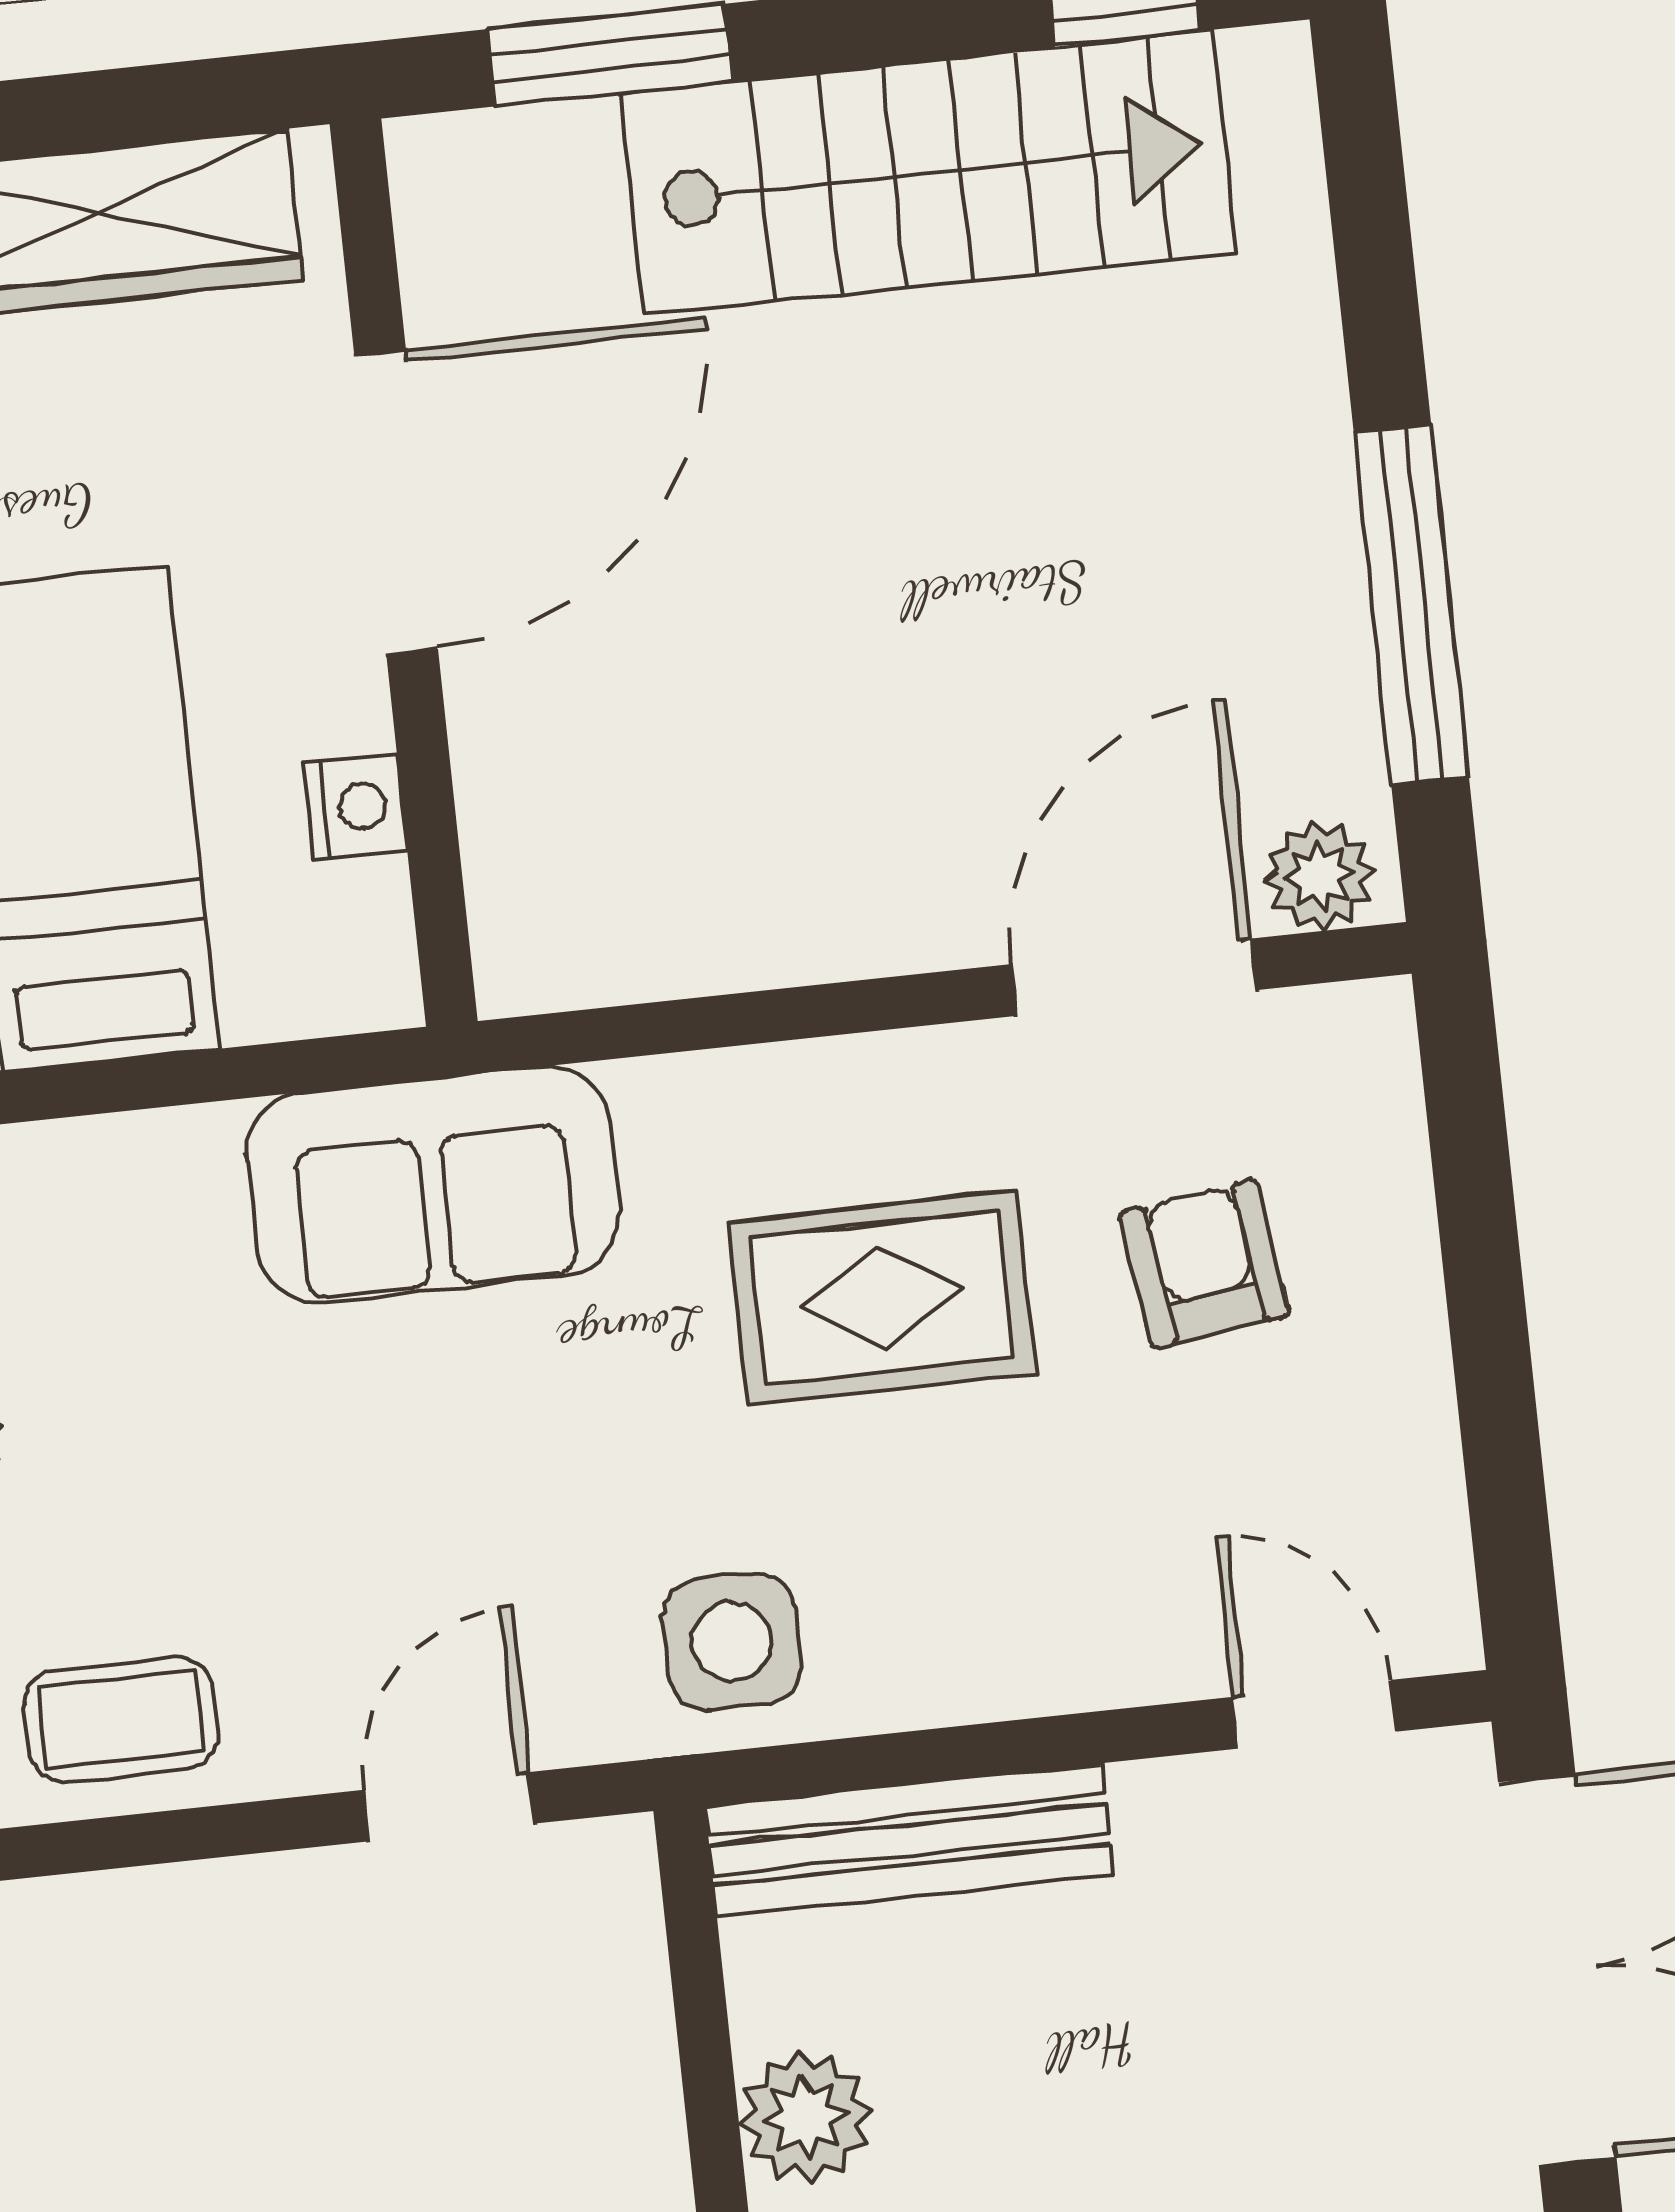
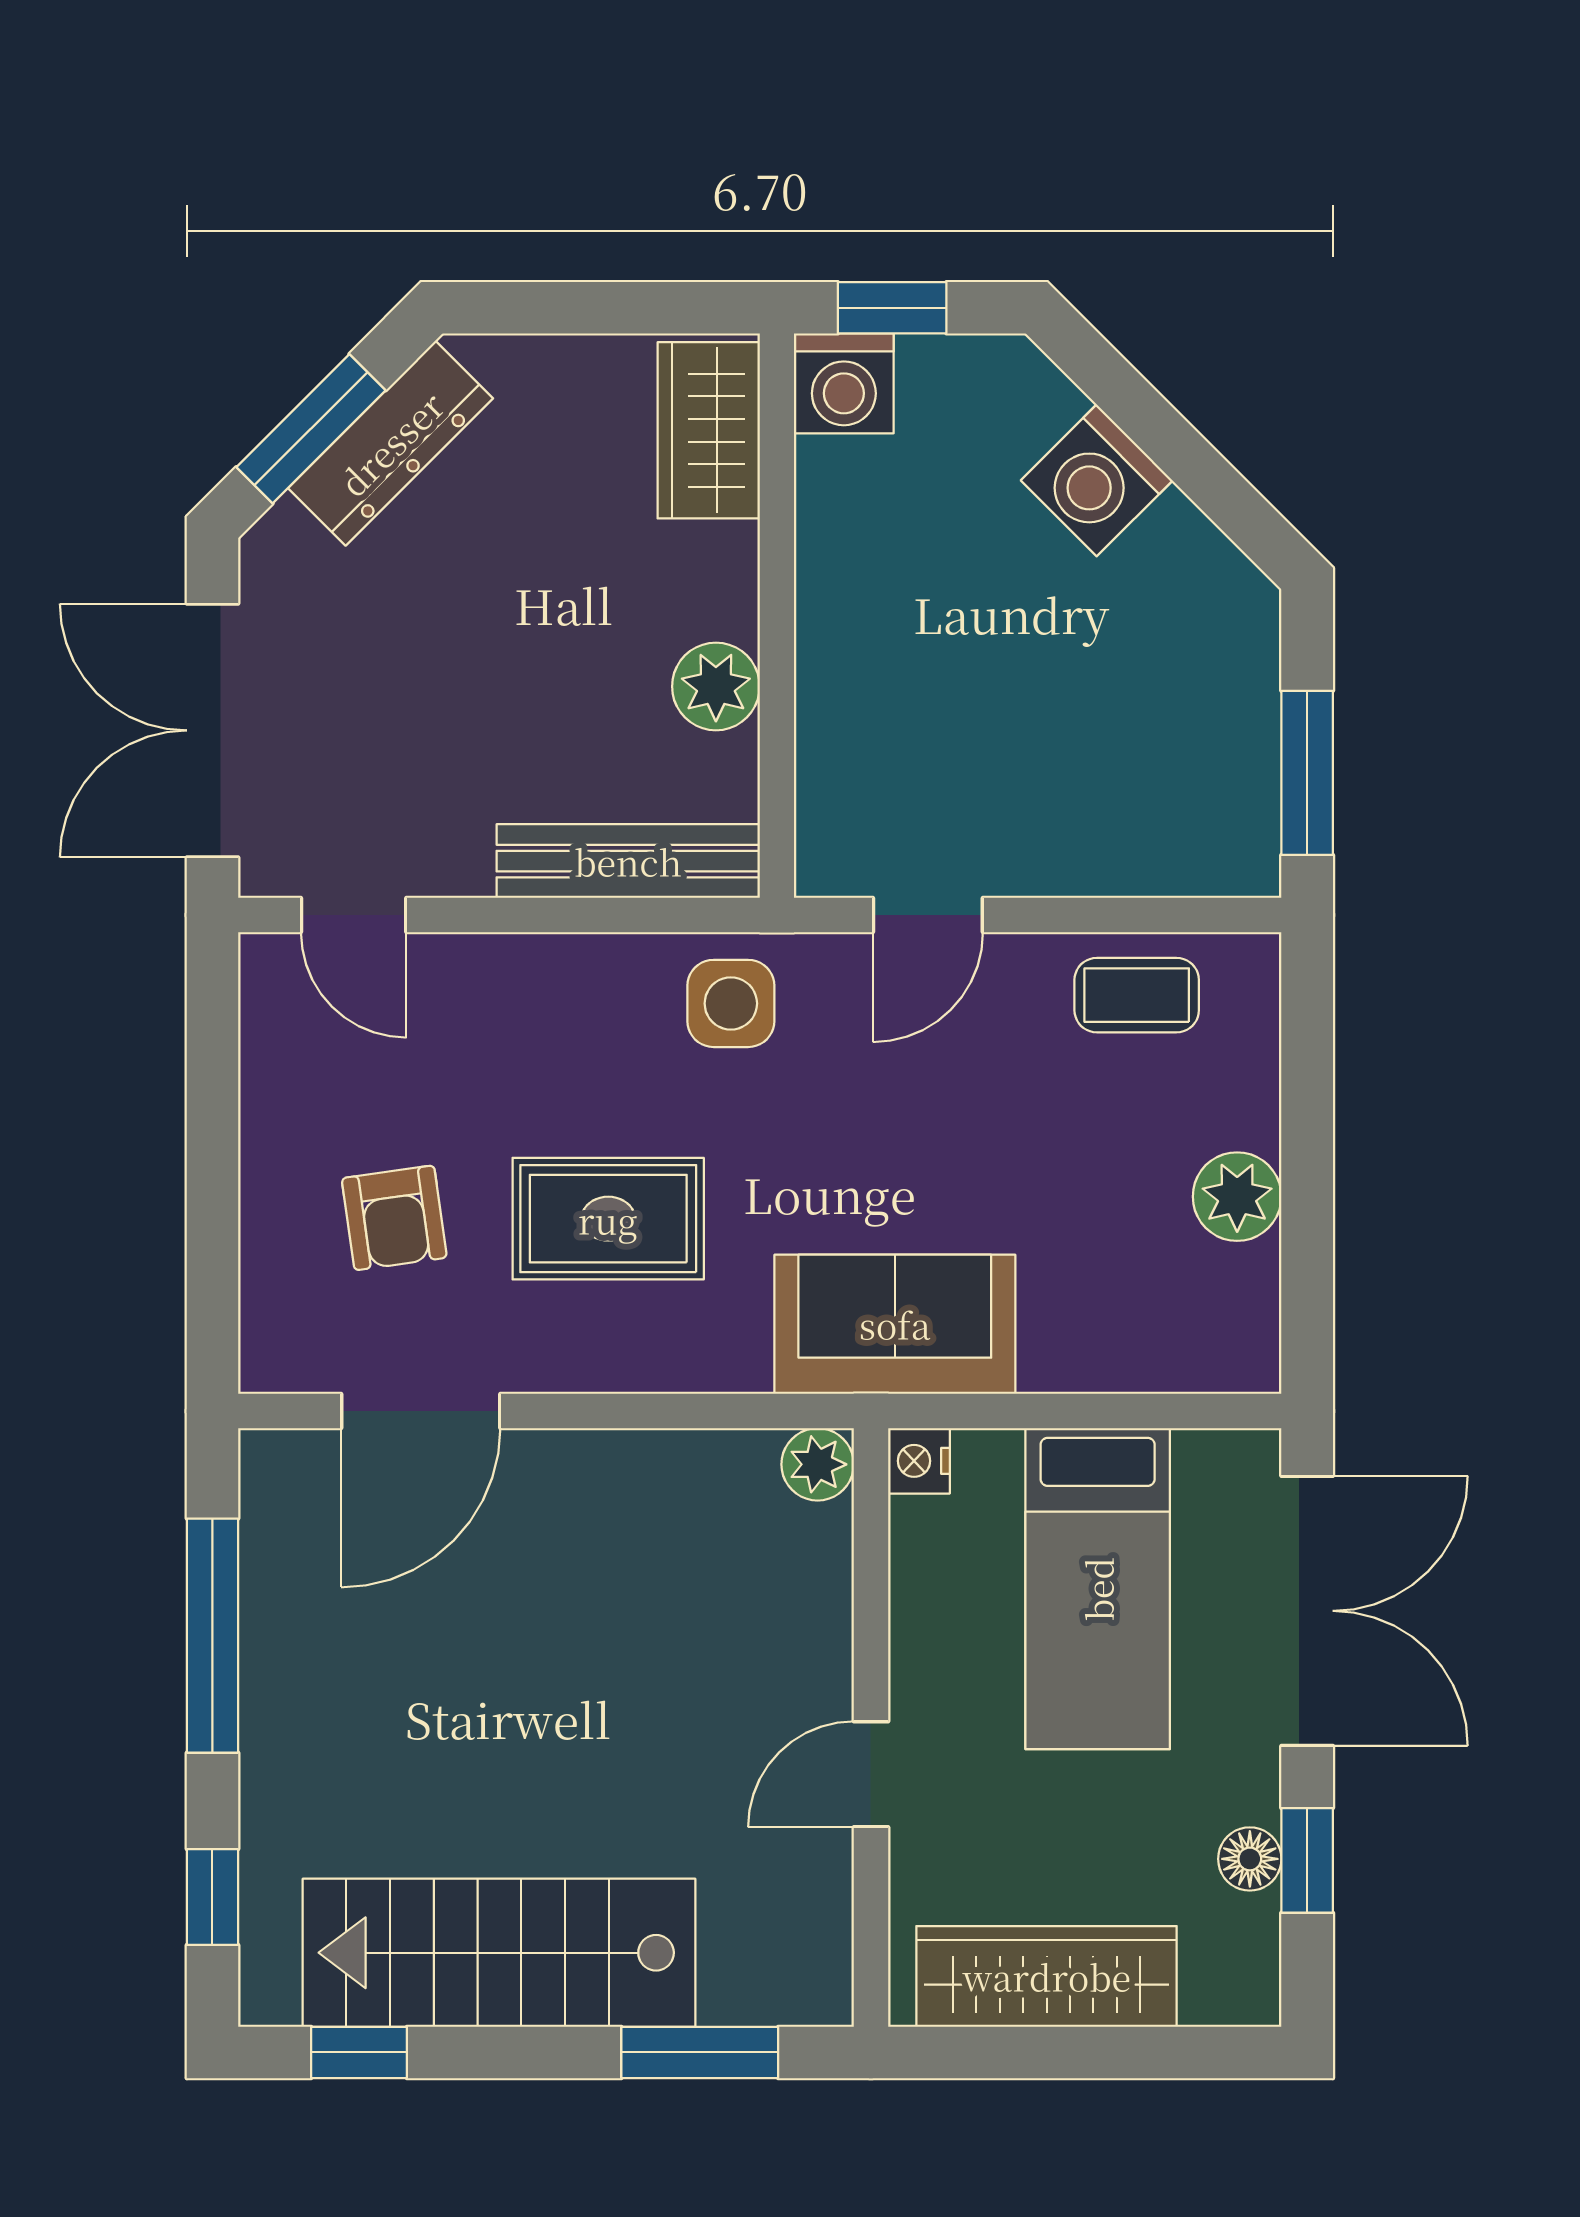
window: (1369, 211) -> (212, 1897), added
door: (396, 502) -> (871, 1774), width x0.53
nightstand: (355, 807) -> (919, 1461), moved
plant: (1319, 876) -> (818, 1464), moved

